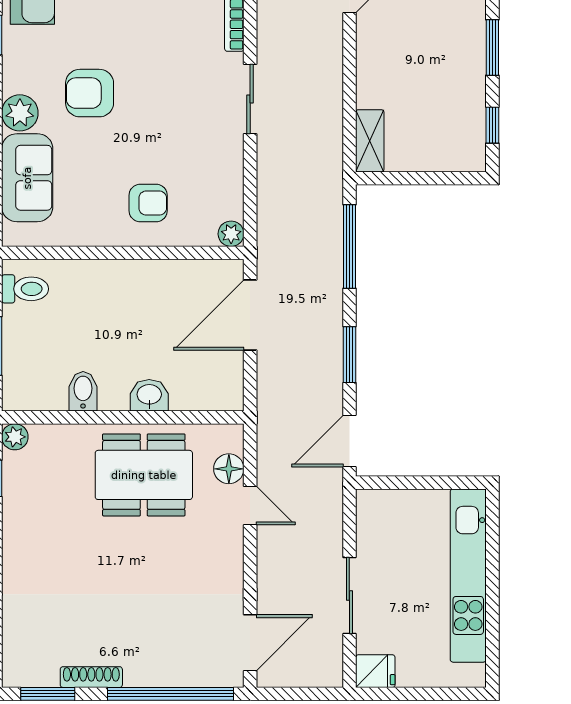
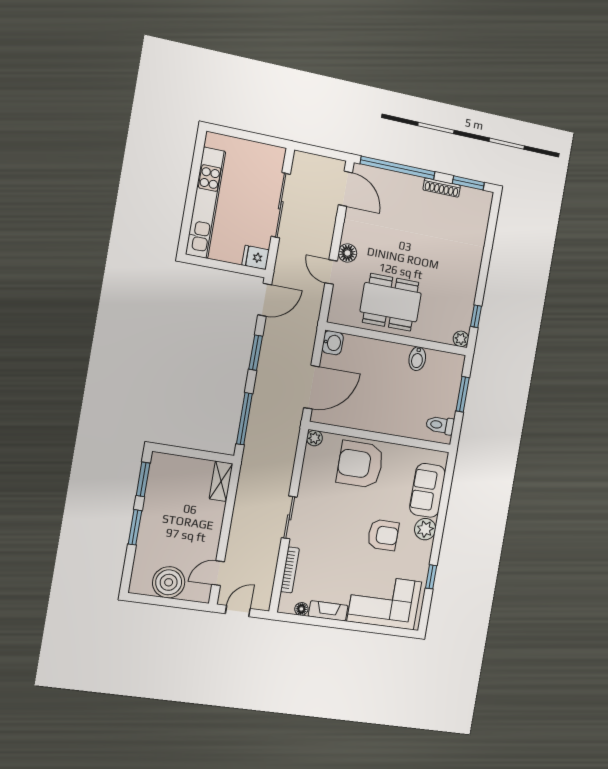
window: (492, 125) -> (143, 479), width x1.50
armchair: (148, 203) -> (360, 464), width x1.88, depth x1.88
washbasin: (149, 395) -> (333, 343), moved, turned -90
floor lamp: (229, 469) -> (347, 253), moved
sliding door: (349, 596) -> (281, 205), width x1.37
door: (250, 643) -> (345, 189), swing flipped
fridge: (375, 671) -> (256, 257), moved

